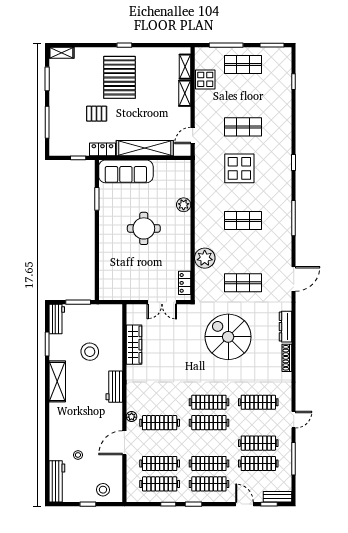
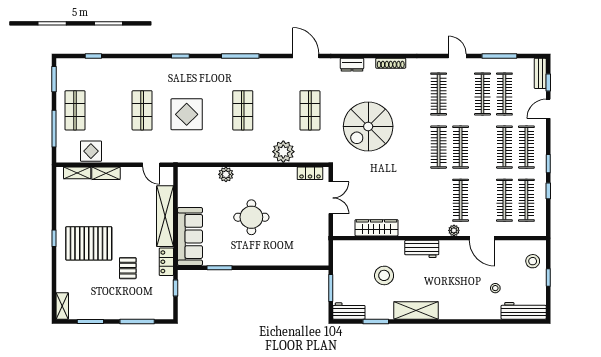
dresser: (286, 327) -> (352, 65), width x0.70

